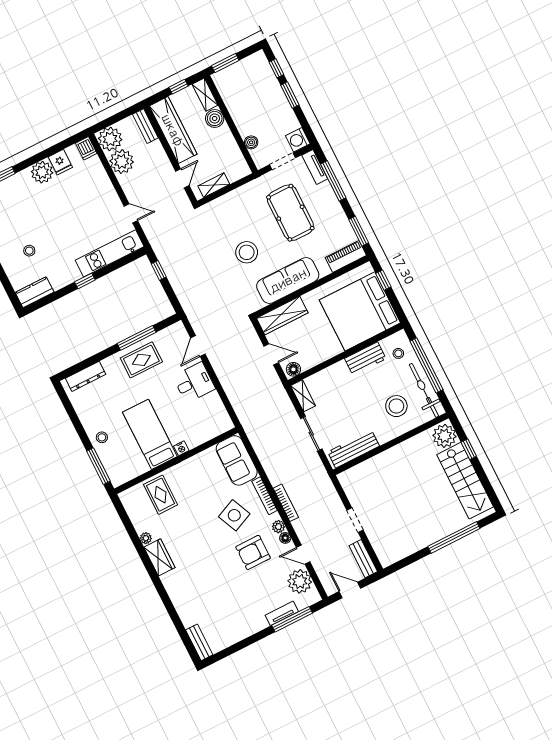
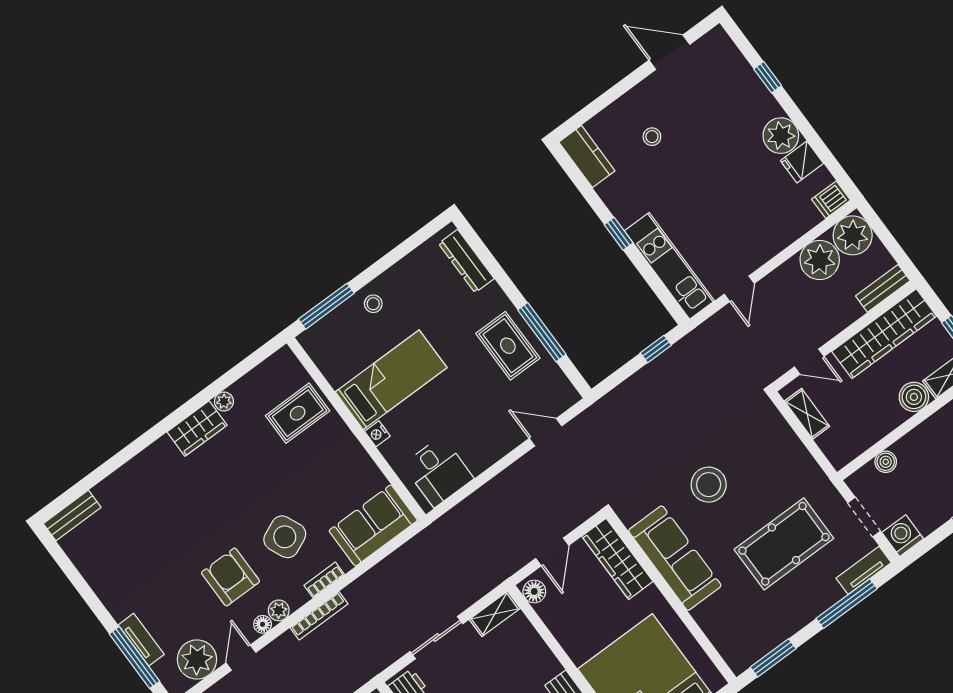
piano: (346, 256) -> (729, 644), removed
desk: (194, 383) -> (438, 472), moved
bookcase: (265, 496) -> (324, 580), width x0.64

